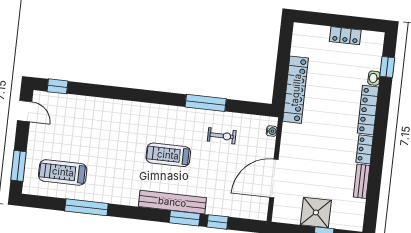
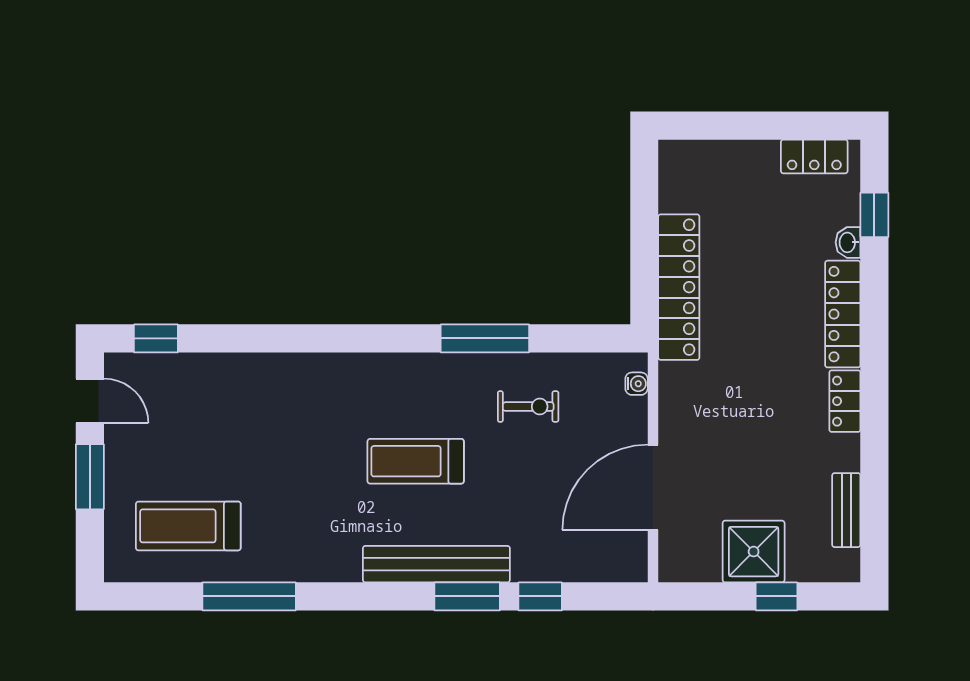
locker: (345, 36) -> (814, 156), moved
window: (18, 166) -> (90, 477), moved
bench: (362, 181) -> (846, 510), moved

